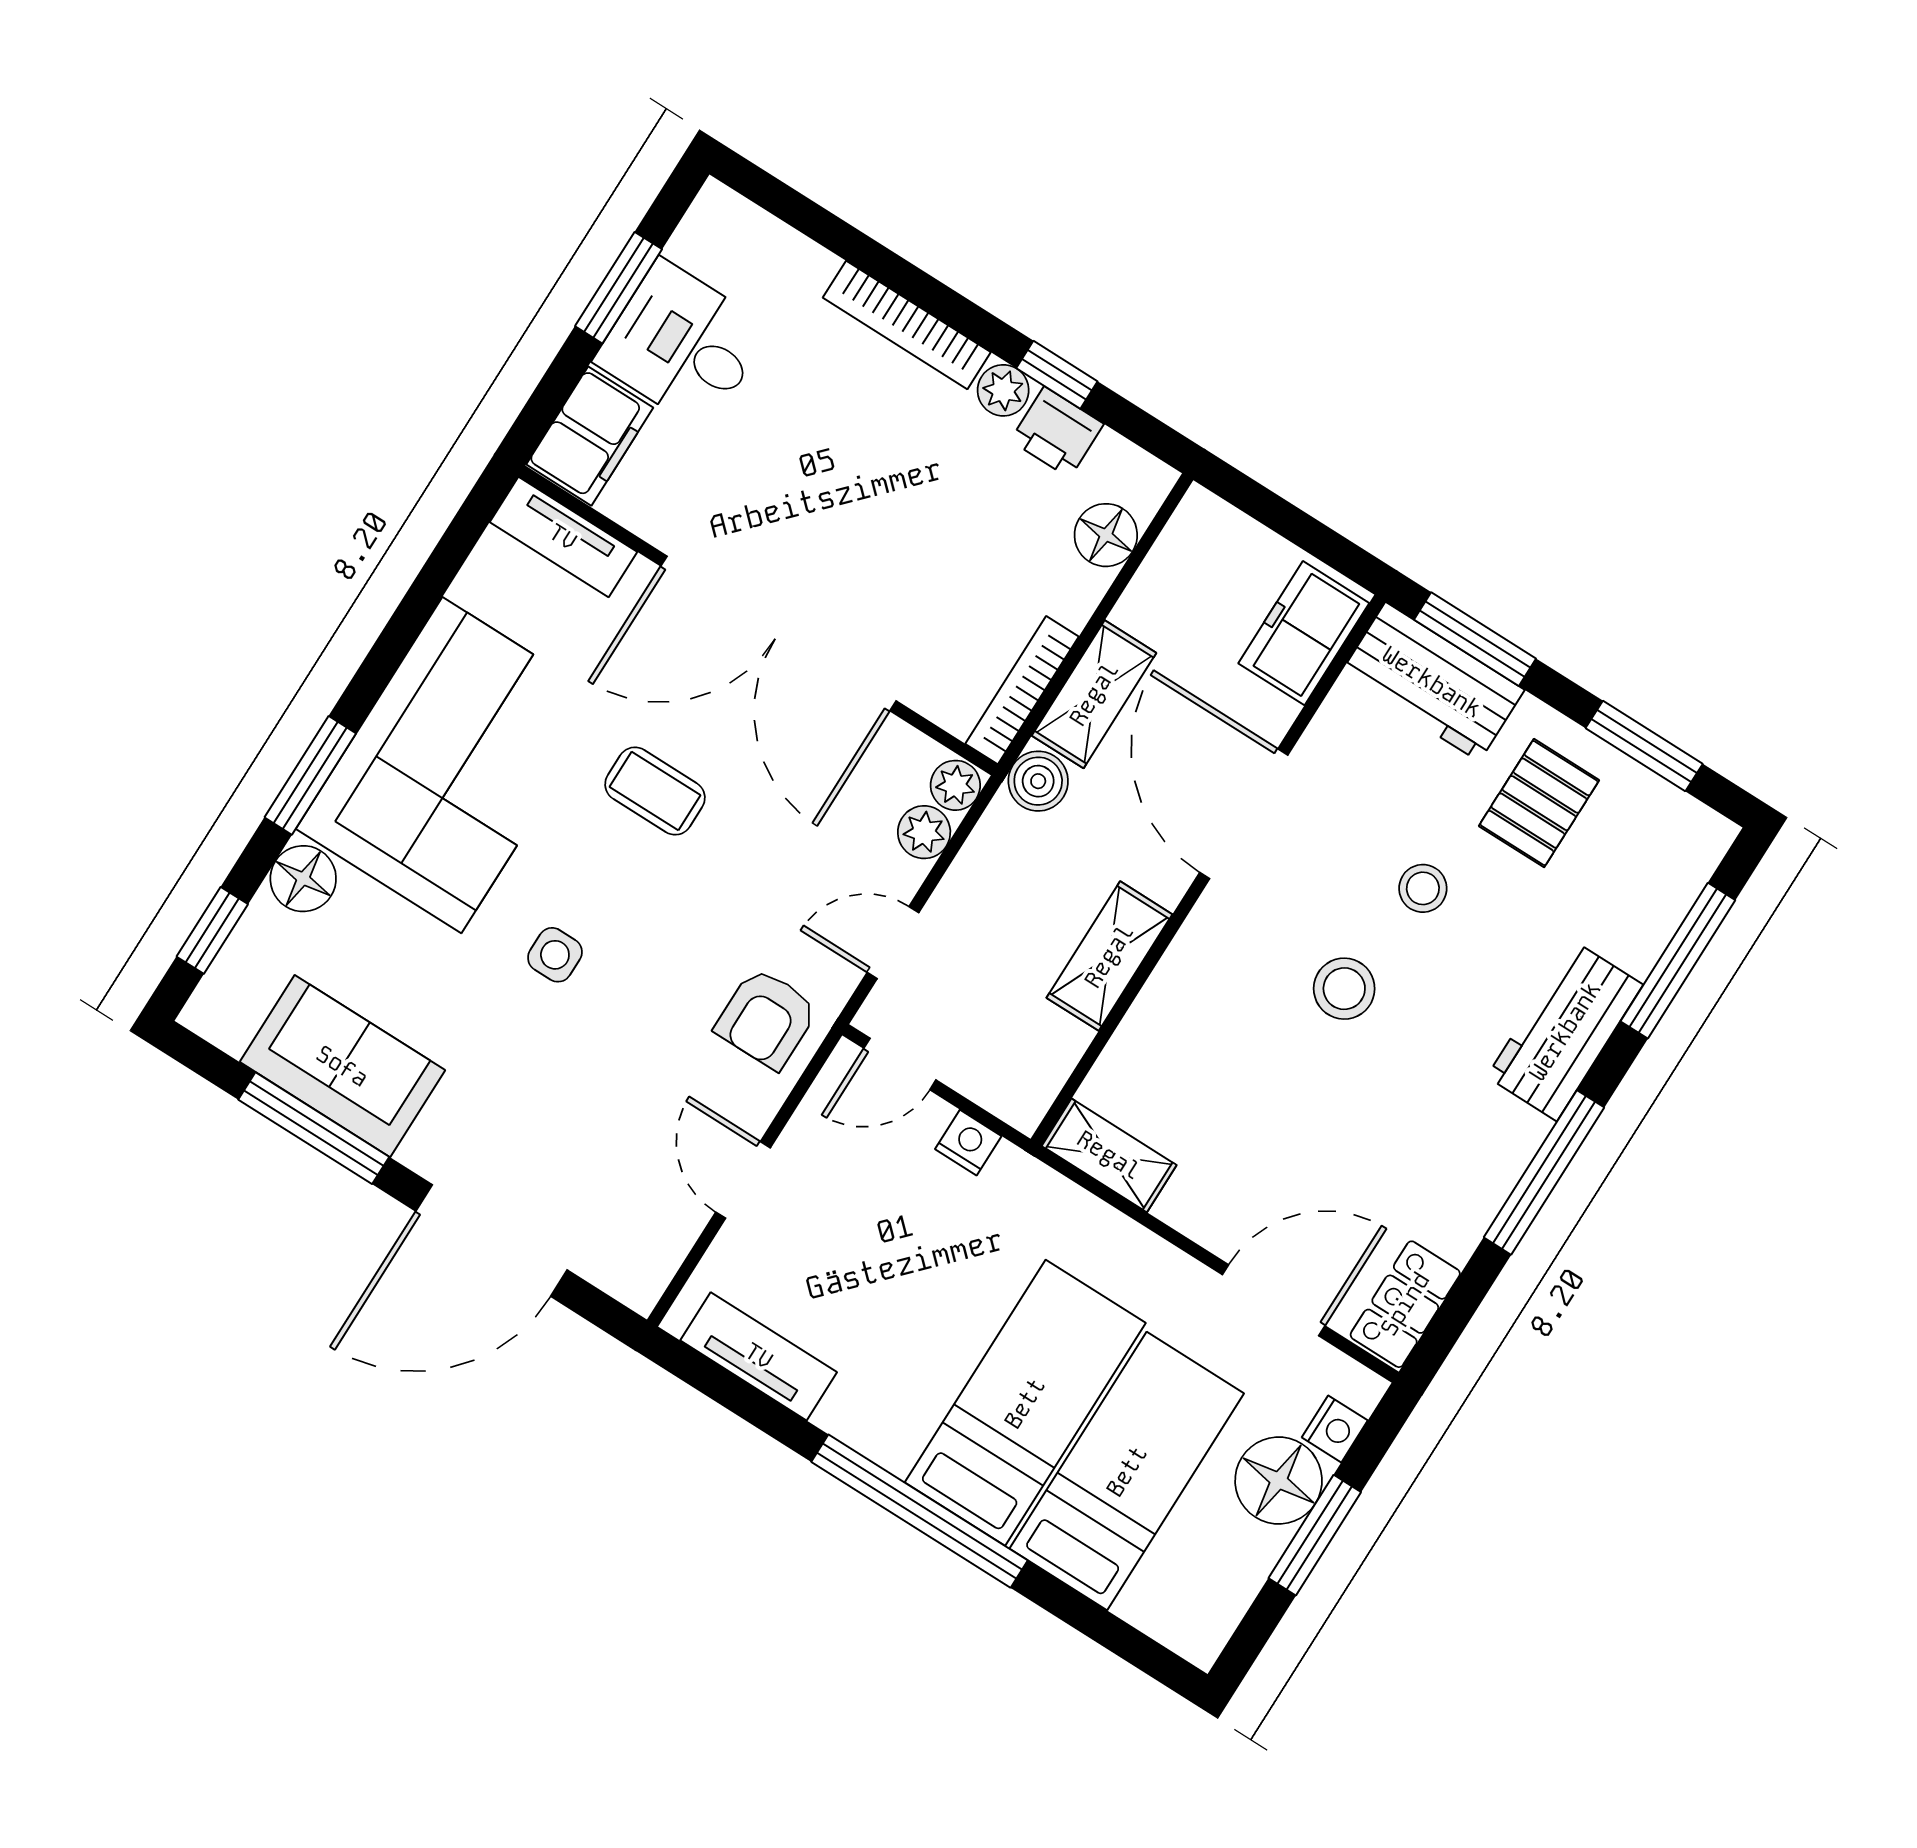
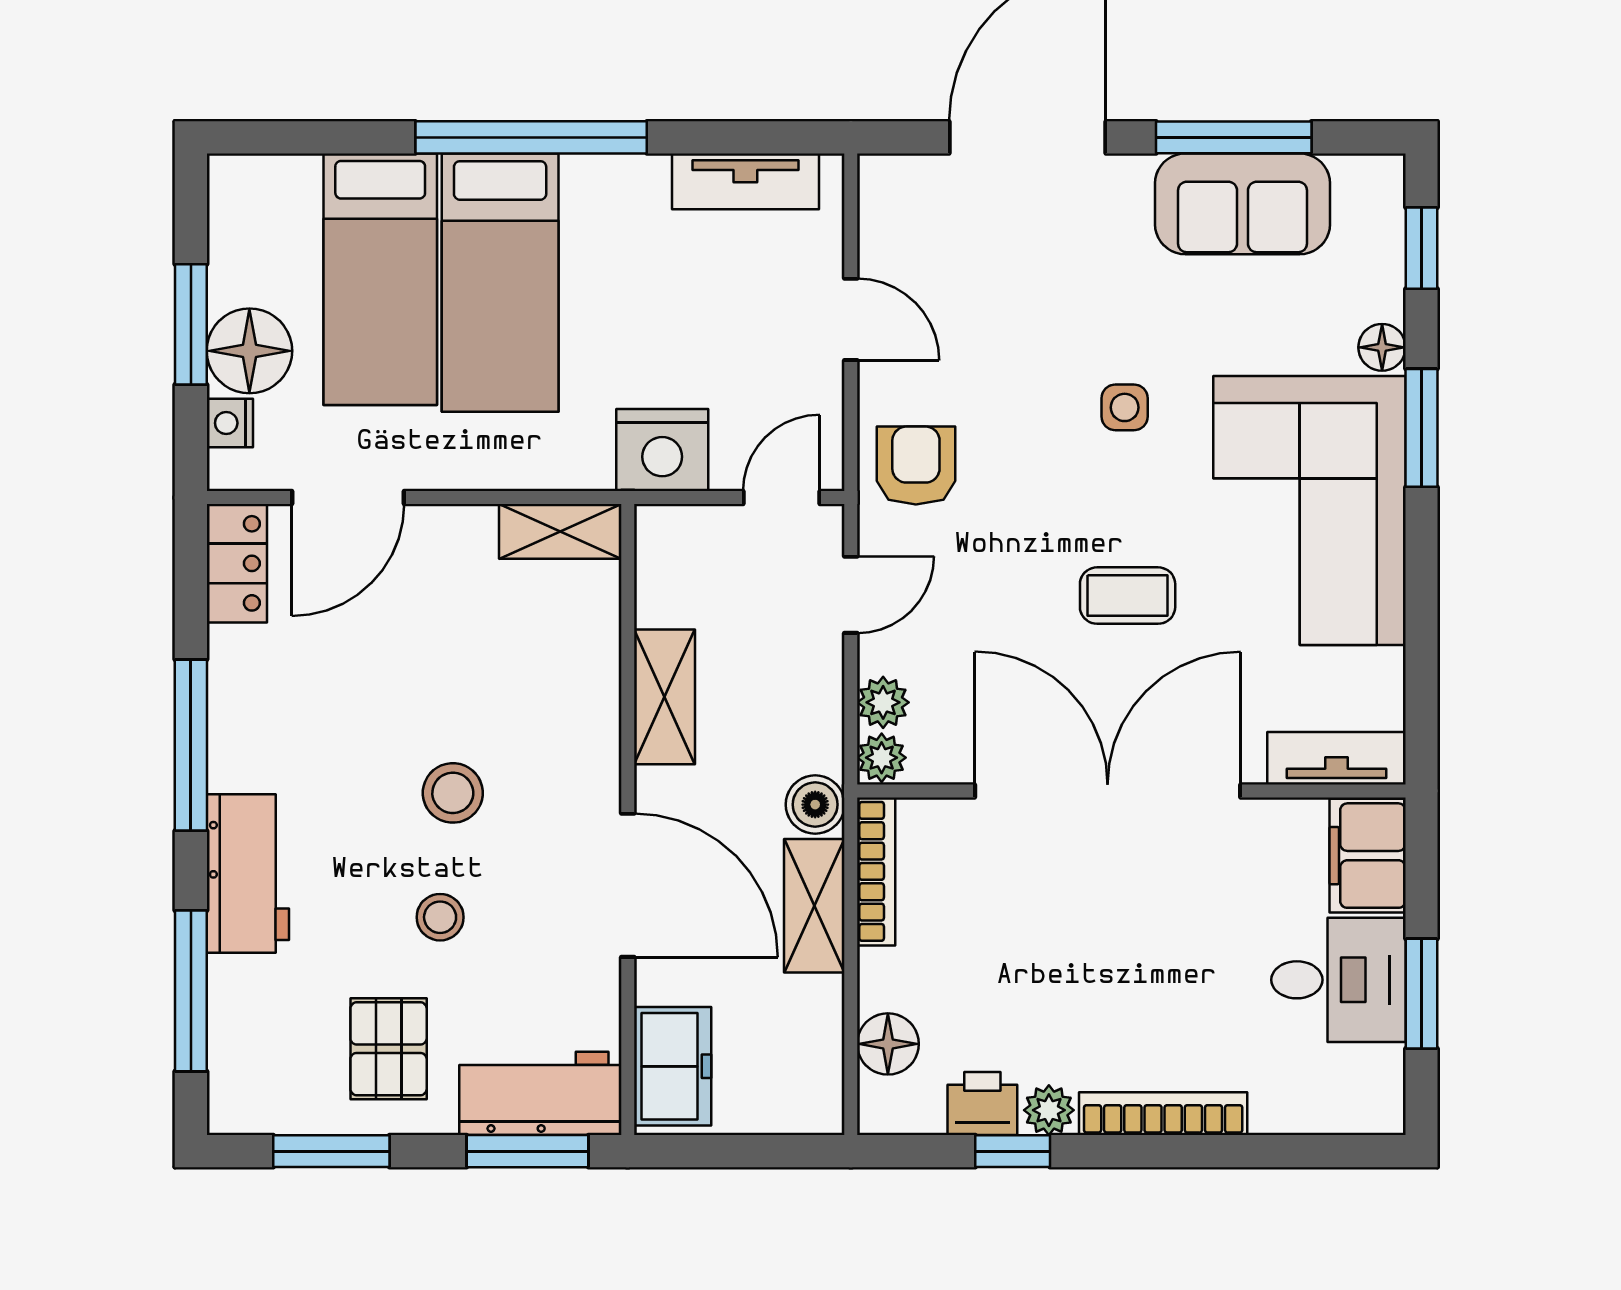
floor lamp: (303, 879) -> (1382, 347), width x0.73, depth x0.73
nightstand: (968, 1143) -> (662, 450), width x1.89, depth x1.79

